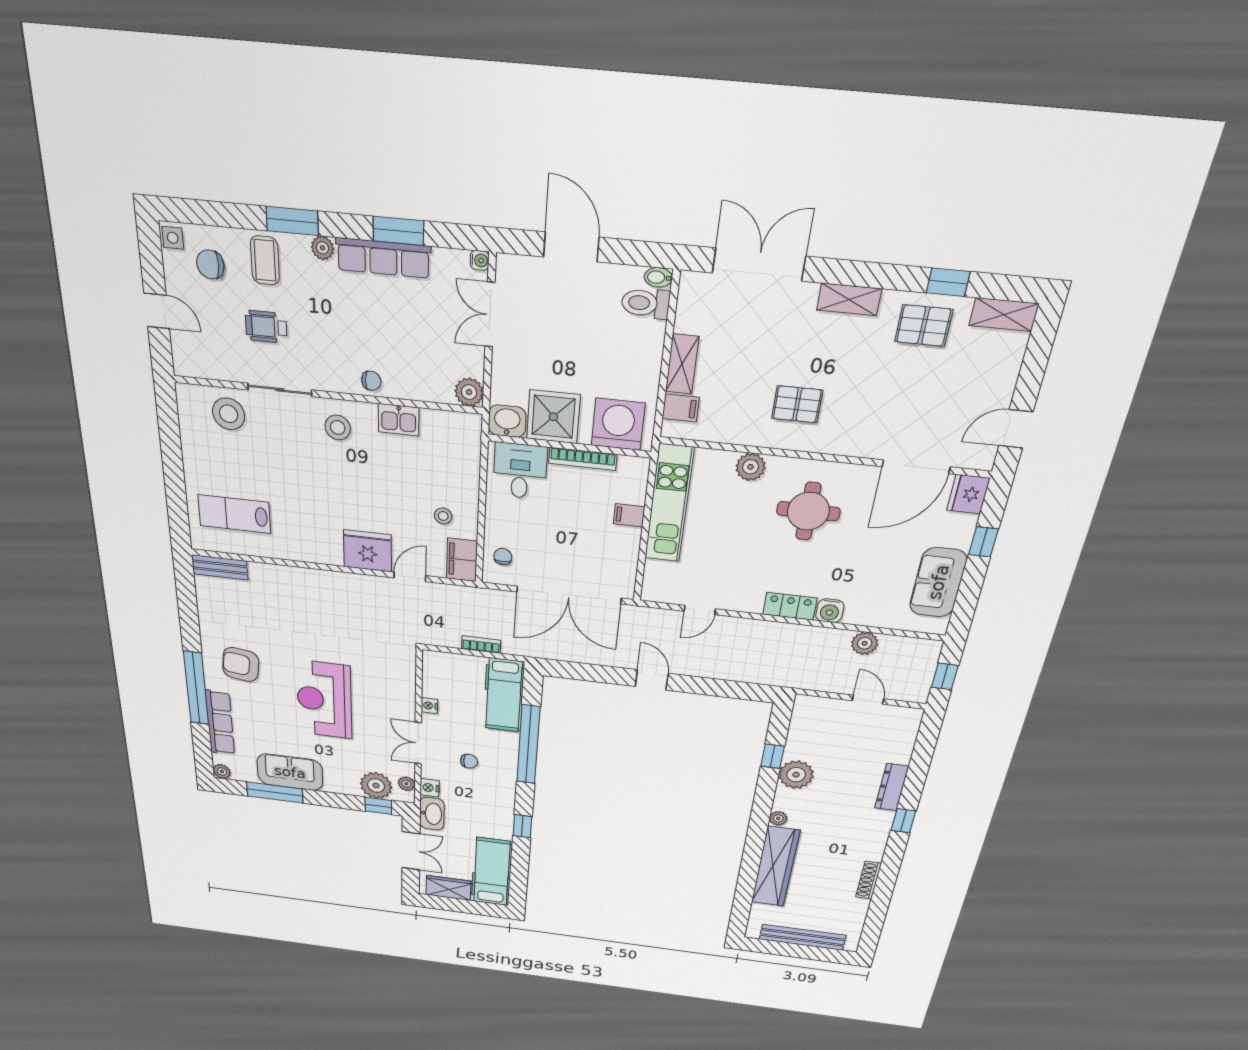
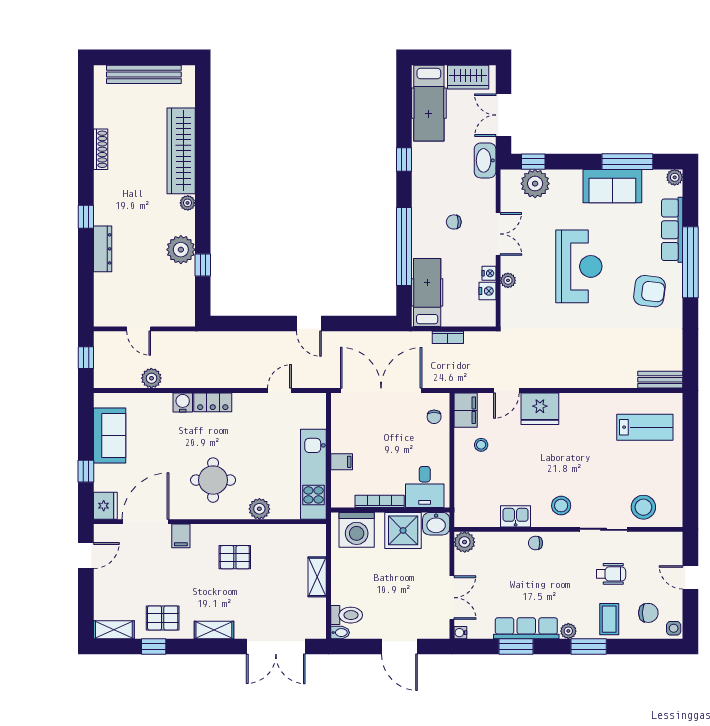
filing cabinet: (681, 408) -> (181, 536), moved, turned -90
plant: (406, 784) -> (508, 280), moved
nightstand: (430, 788) -> (487, 291), moved

